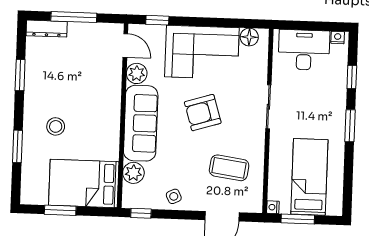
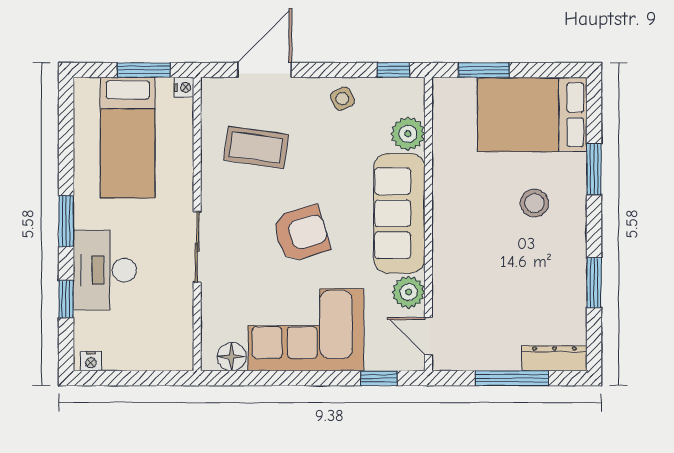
desk: (304, 50) -> (105, 270), moved, turned 90
bed: (84, 183) -> (532, 115), moved, turned 180
window: (60, 210) -> (484, 70), moved

